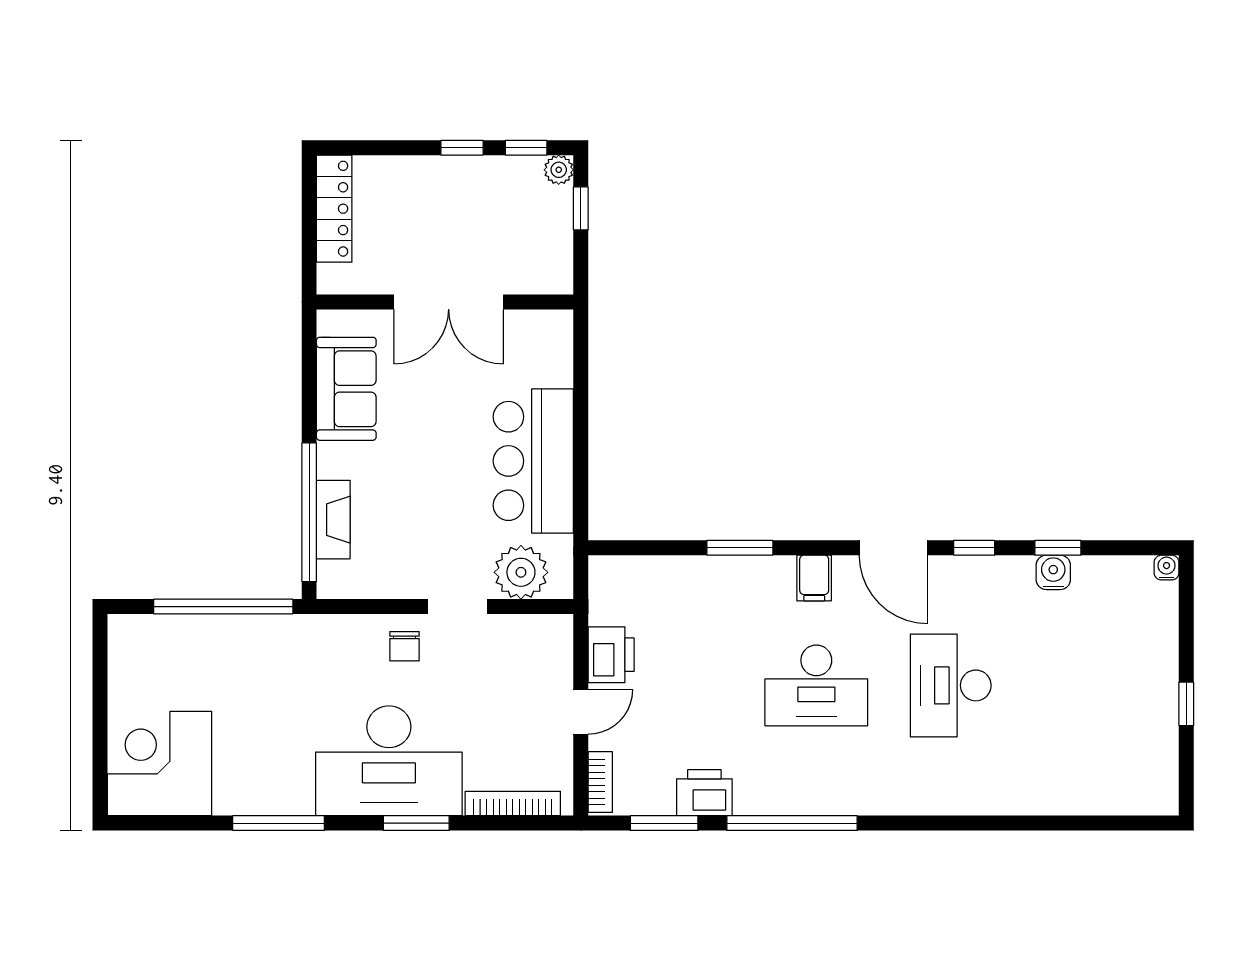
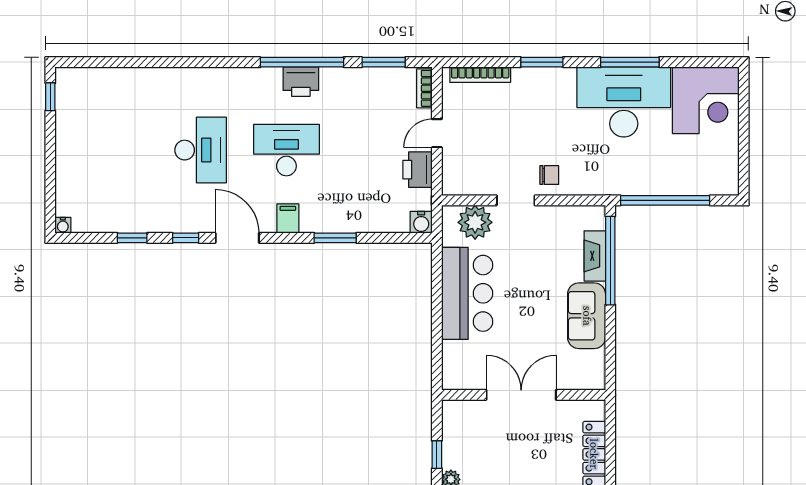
sofa: (346, 389) -> (587, 316), moved
water cooler: (1053, 572) -> (421, 222), moved
chair: (405, 646) -> (549, 175), turned 90
window: (1186, 704) -> (50, 97), moved
desk: (389, 761) -> (624, 102), moved
printer: (704, 793) -> (301, 82), moved

